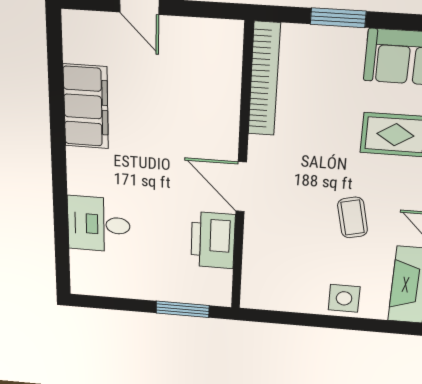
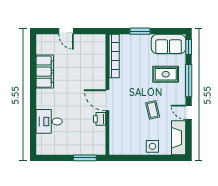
printer: (213, 240) -> (100, 119), width x0.53, depth x0.68

